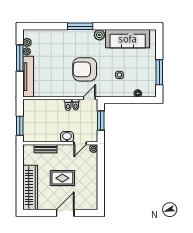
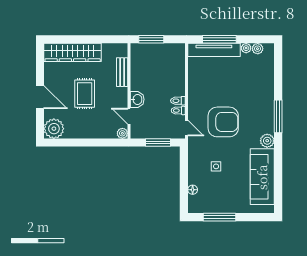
window: (20, 58) -> (219, 39), moved
armchair: (85, 69) -> (223, 122), turned 90
plant: (90, 202) -> (54, 129), added

